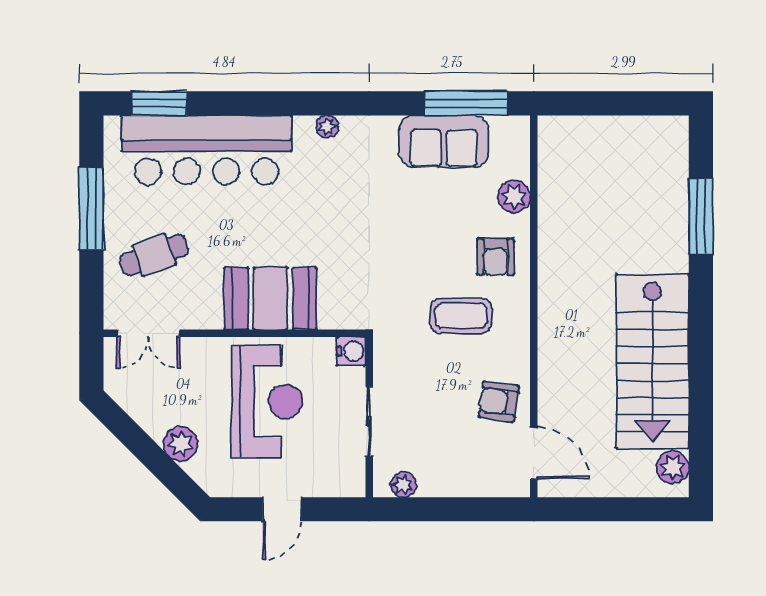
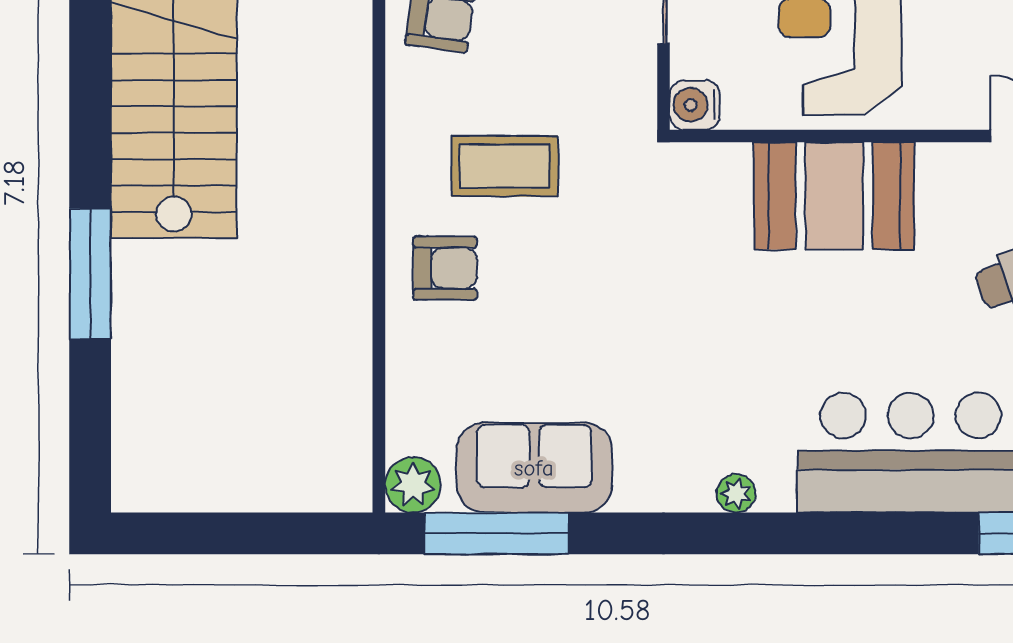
plant: (514, 197) -> (413, 485), moved
window: (701, 216) -> (90, 274), moved
armchair: (496, 257) -> (445, 268), turned 90

